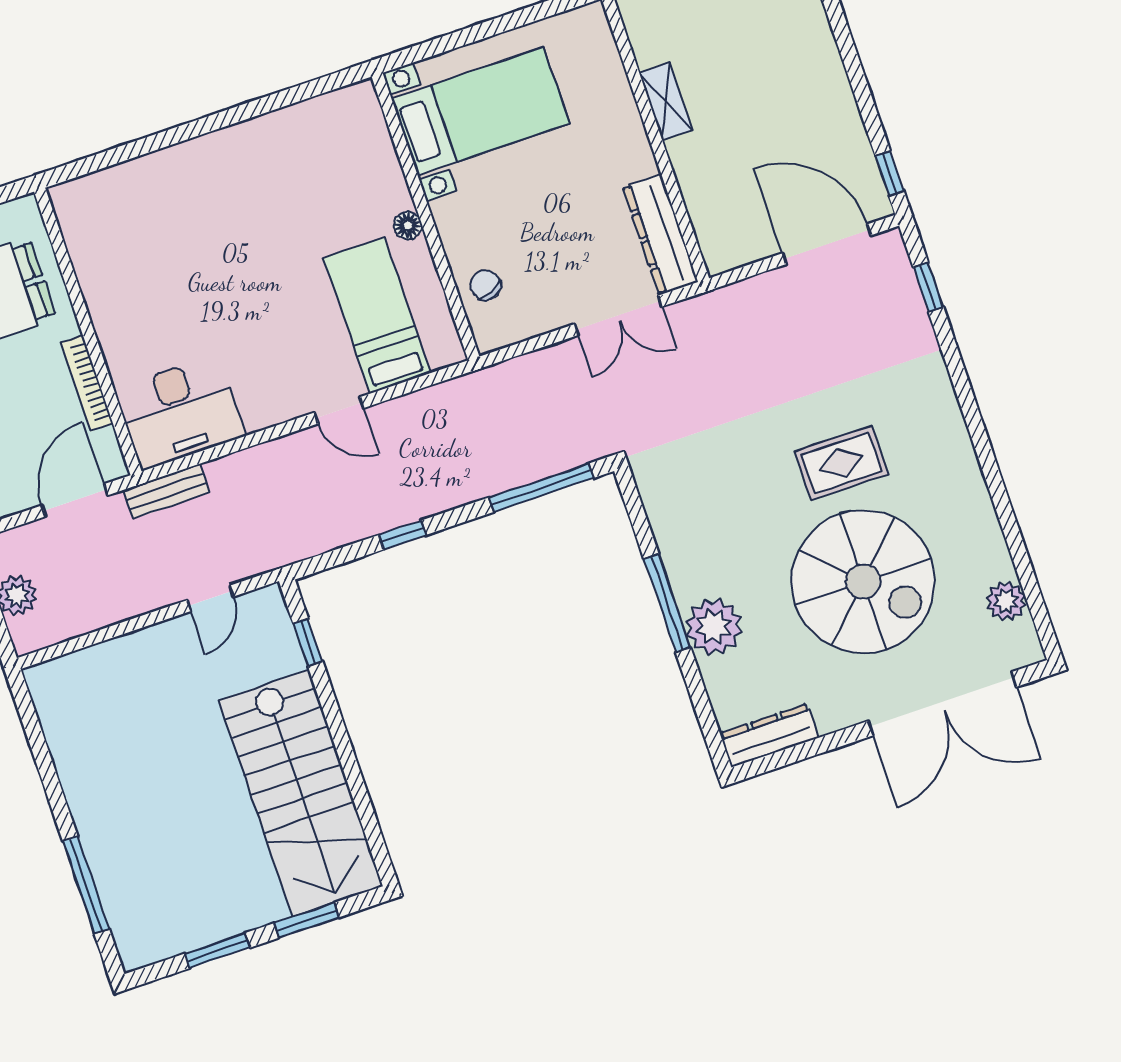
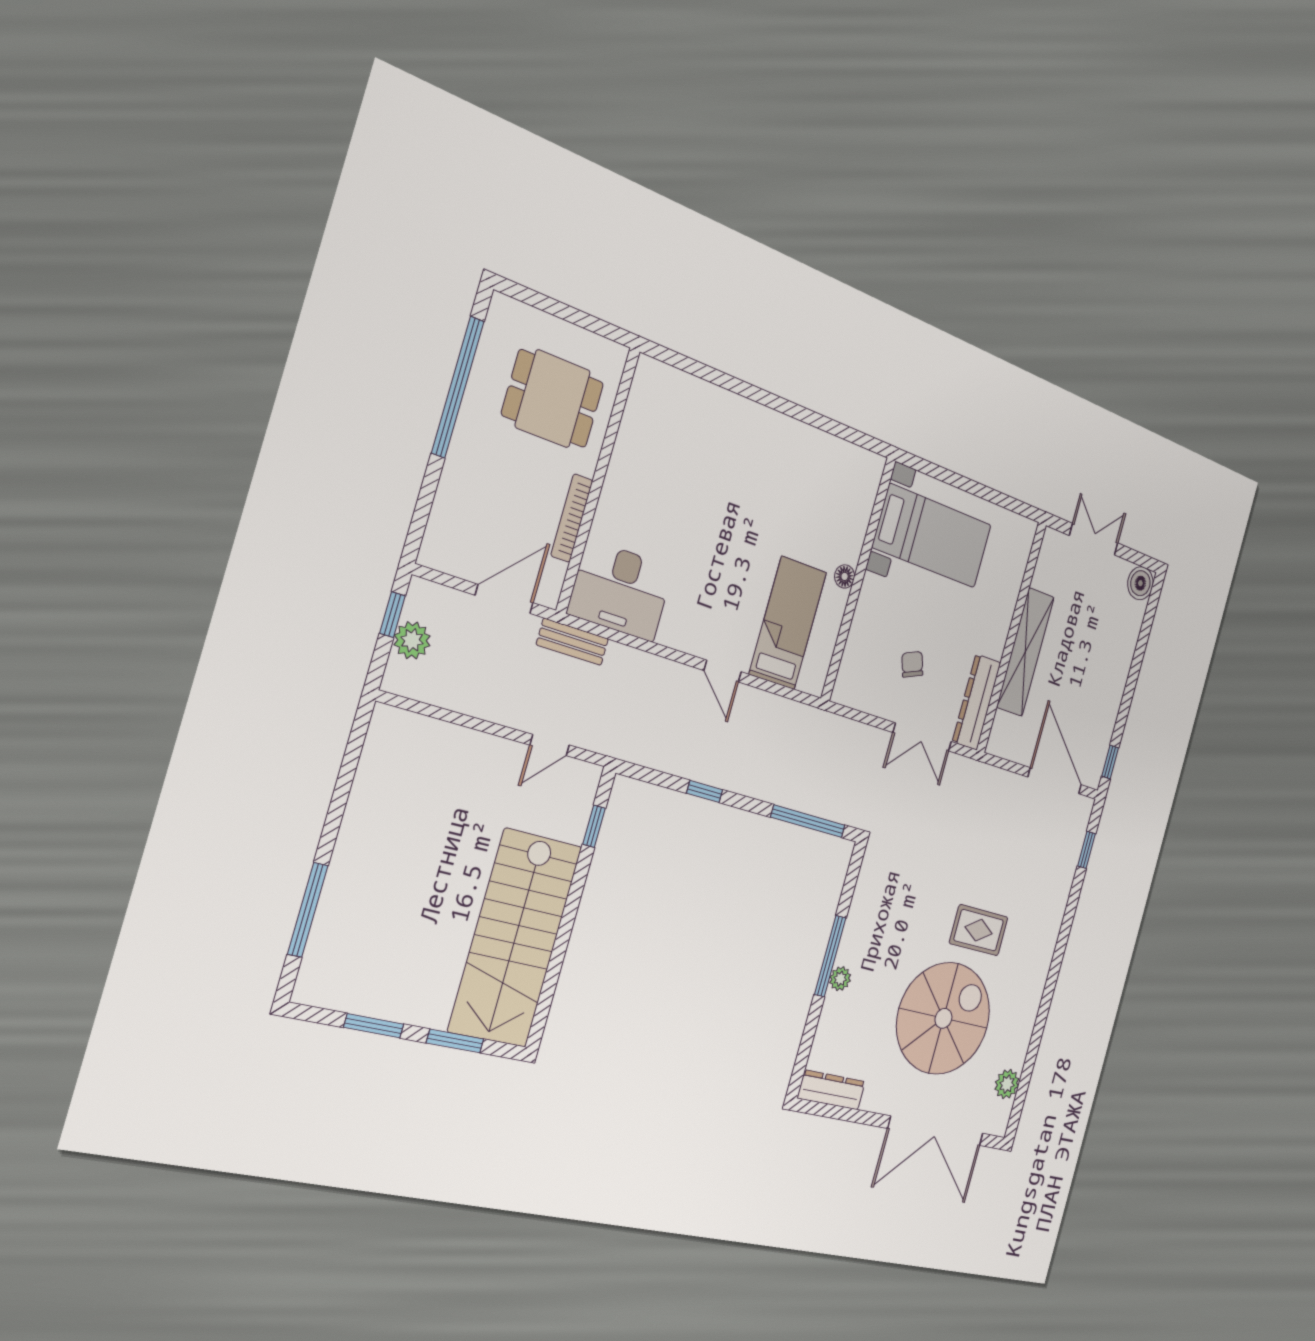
shelving: (666, 101) -> (1025, 652), width x2.20, depth x1.33
chair: (485, 285) -> (912, 664), moved
spiral stairs: (863, 581) -> (943, 1018), turned -90
plant: (714, 627) -> (840, 979), width x0.53, depth x0.53

